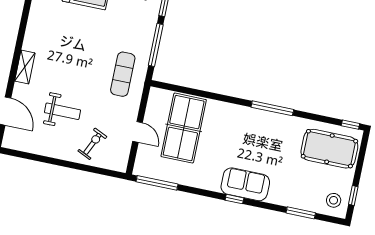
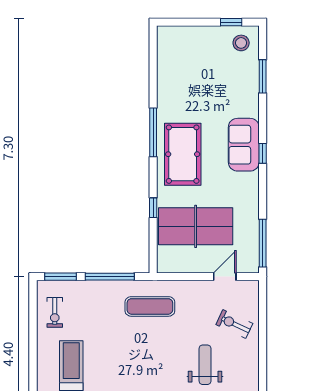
window: (350, 125) -> (153, 208), moved
door: (138, 132) -> (225, 277), moved
pool table: (329, 149) -> (183, 154), moved

